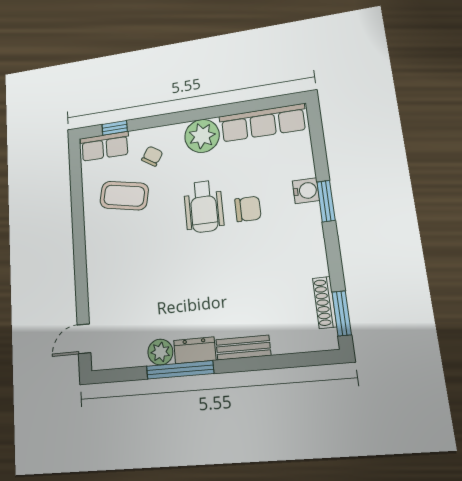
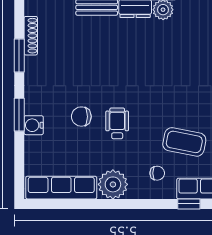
chair: (152, 156) -> (157, 173), turned -123
wheelchair: (204, 207) -> (117, 123), width x0.73, depth x0.73
window: (342, 313) -> (19, 56), moved

